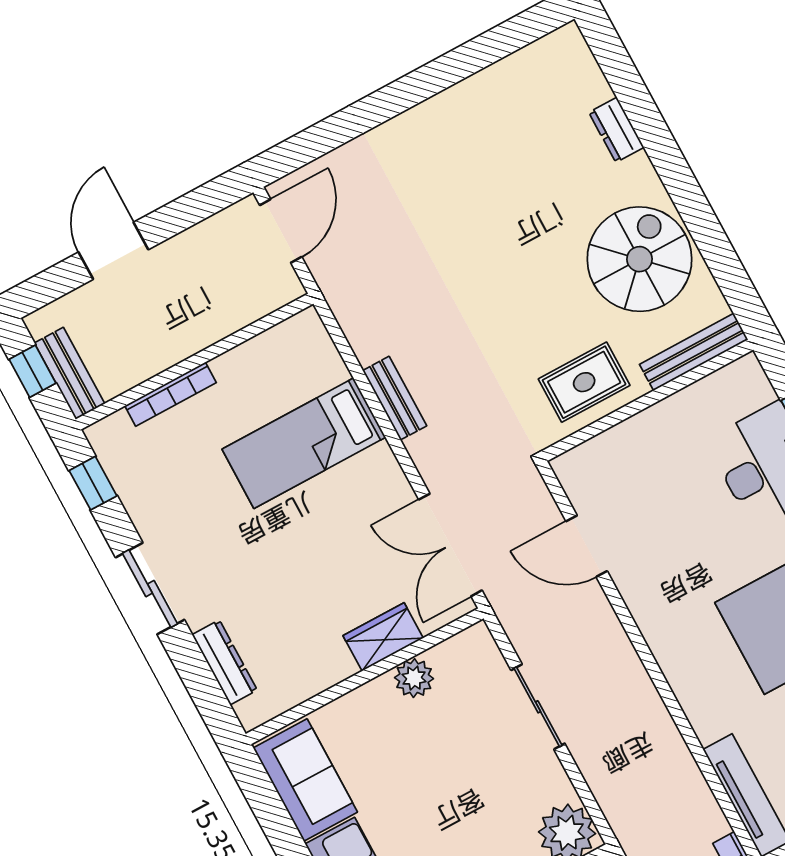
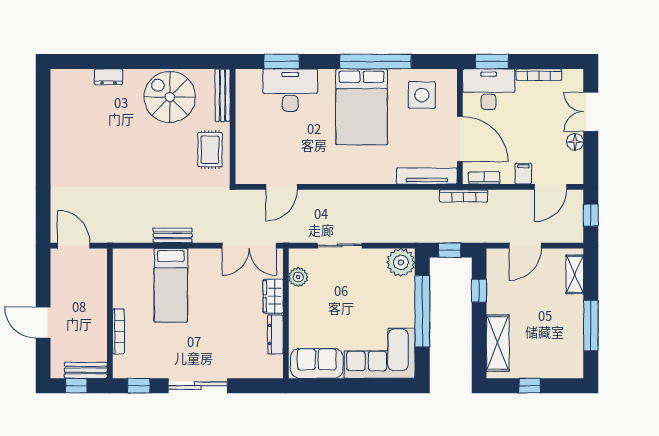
sliding door: (150, 589) -> (198, 386), width x1.37
dresser: (225, 662) -> (275, 334), moved, turned -90
plant: (414, 678) -> (298, 277), moved

